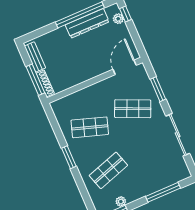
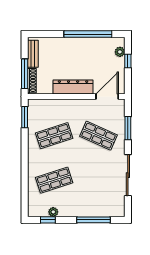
window: (125, 14) -> (128, 61), moved
dresser: (87, 23) -> (73, 87), moved, turned 180
shop shelf: (90, 127) -> (54, 136), turned -36
window: (69, 157) -> (25, 117), moved

